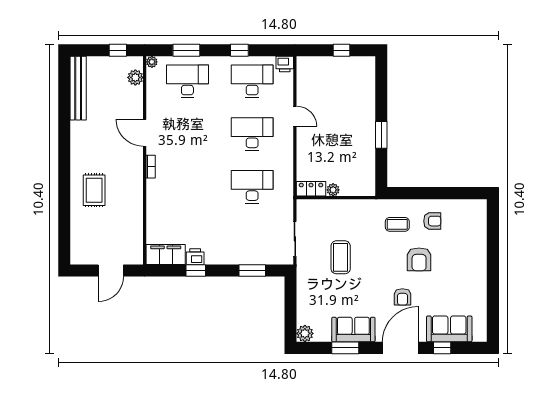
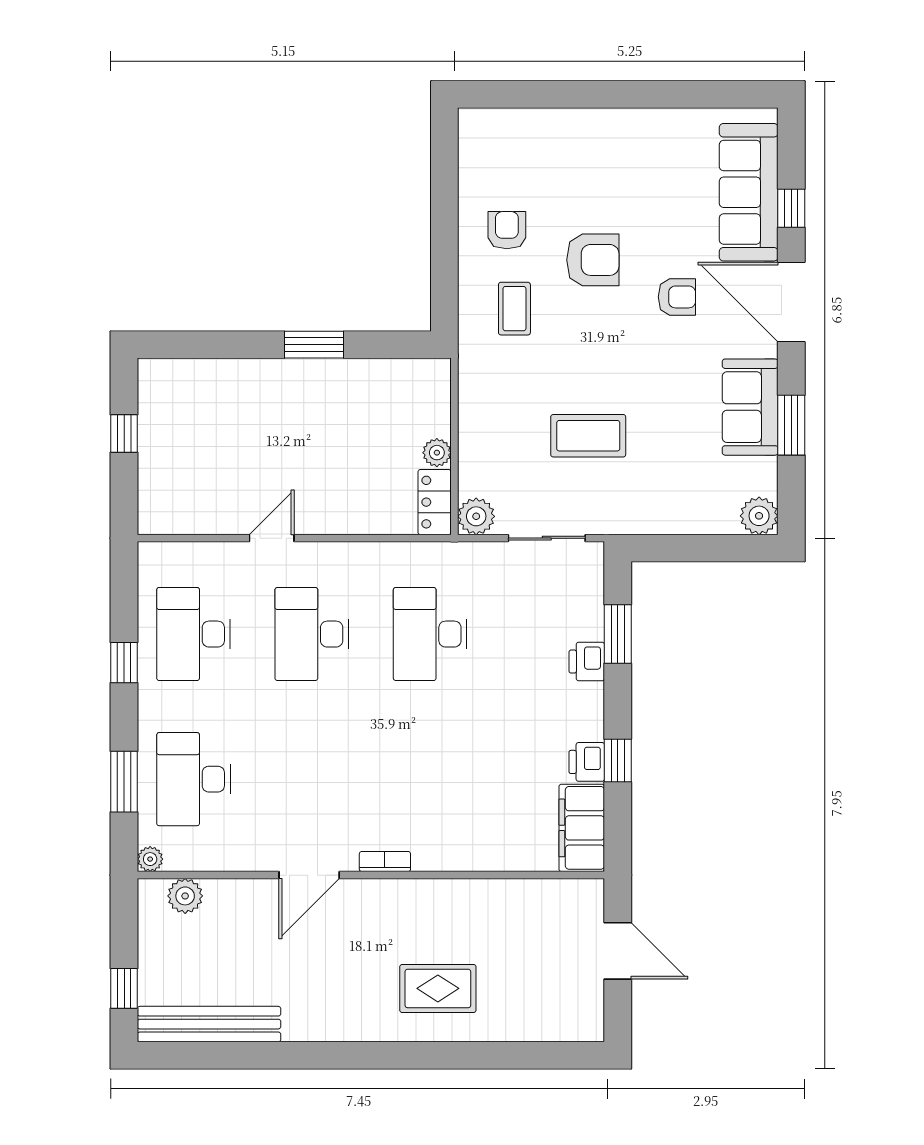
window: (118, 50) -> (124, 988), moved
printer: (285, 64) -> (587, 662), moved, turned 180
plant: (305, 207) -> (476, 516), added
sofa: (449, 329) -> (749, 192), width x1.36

